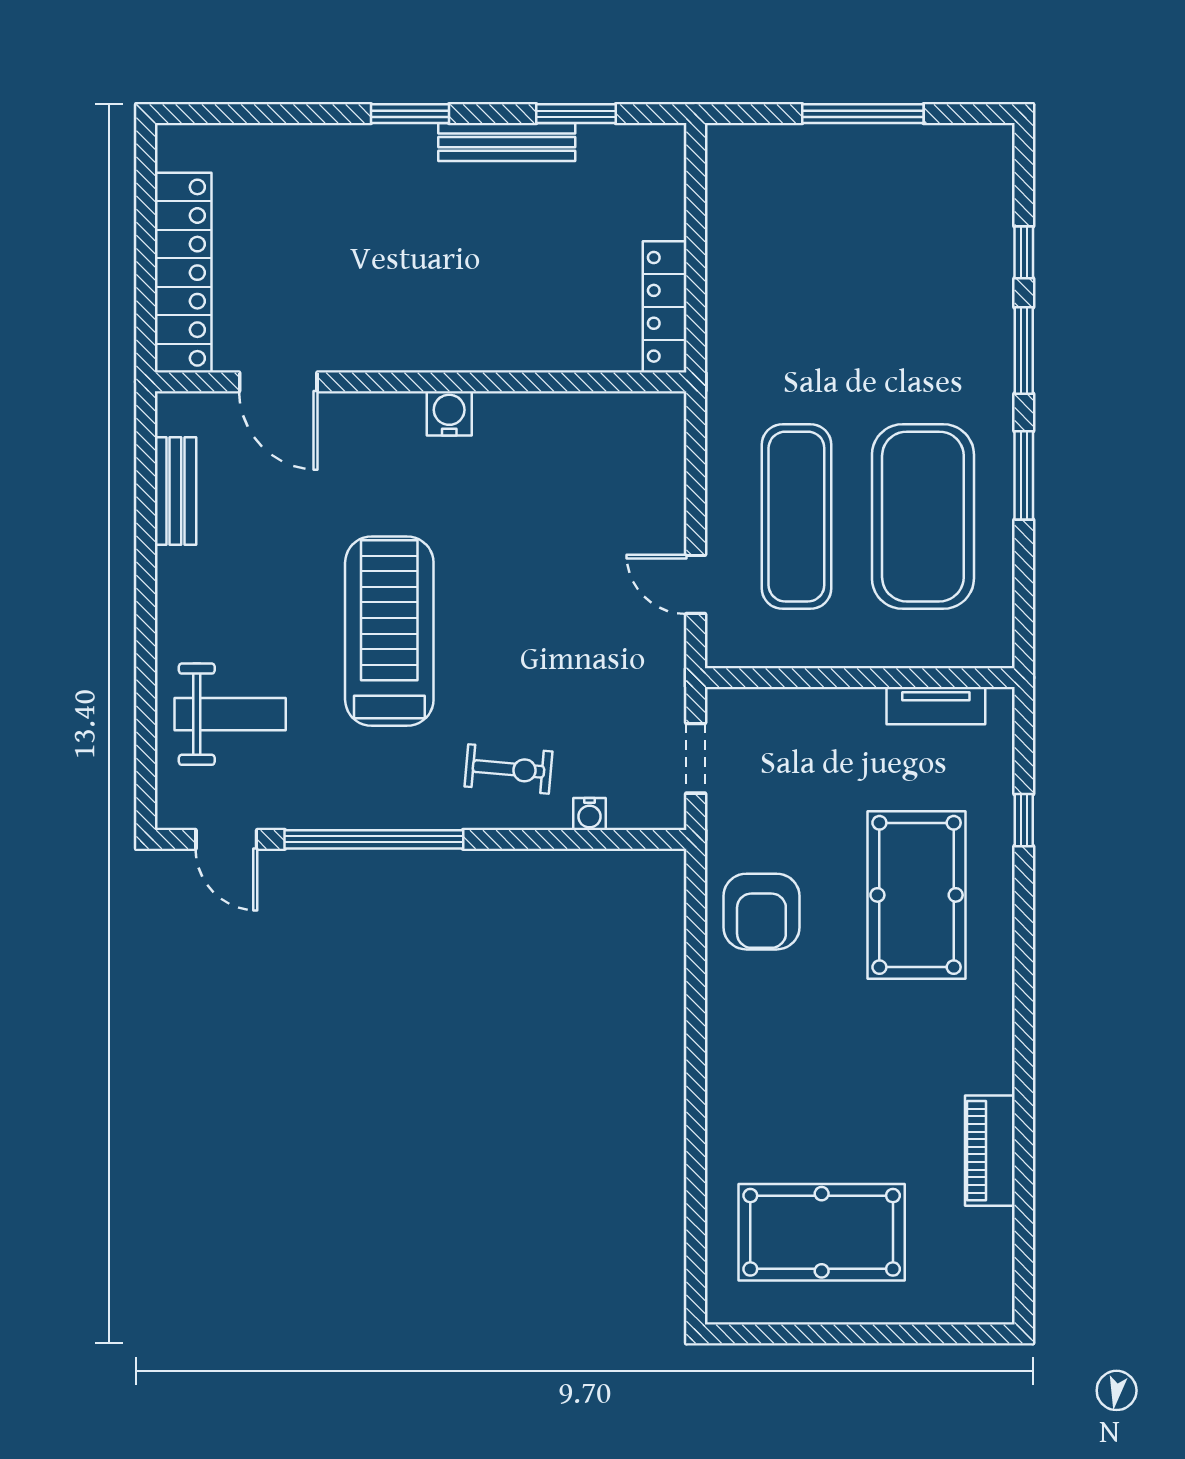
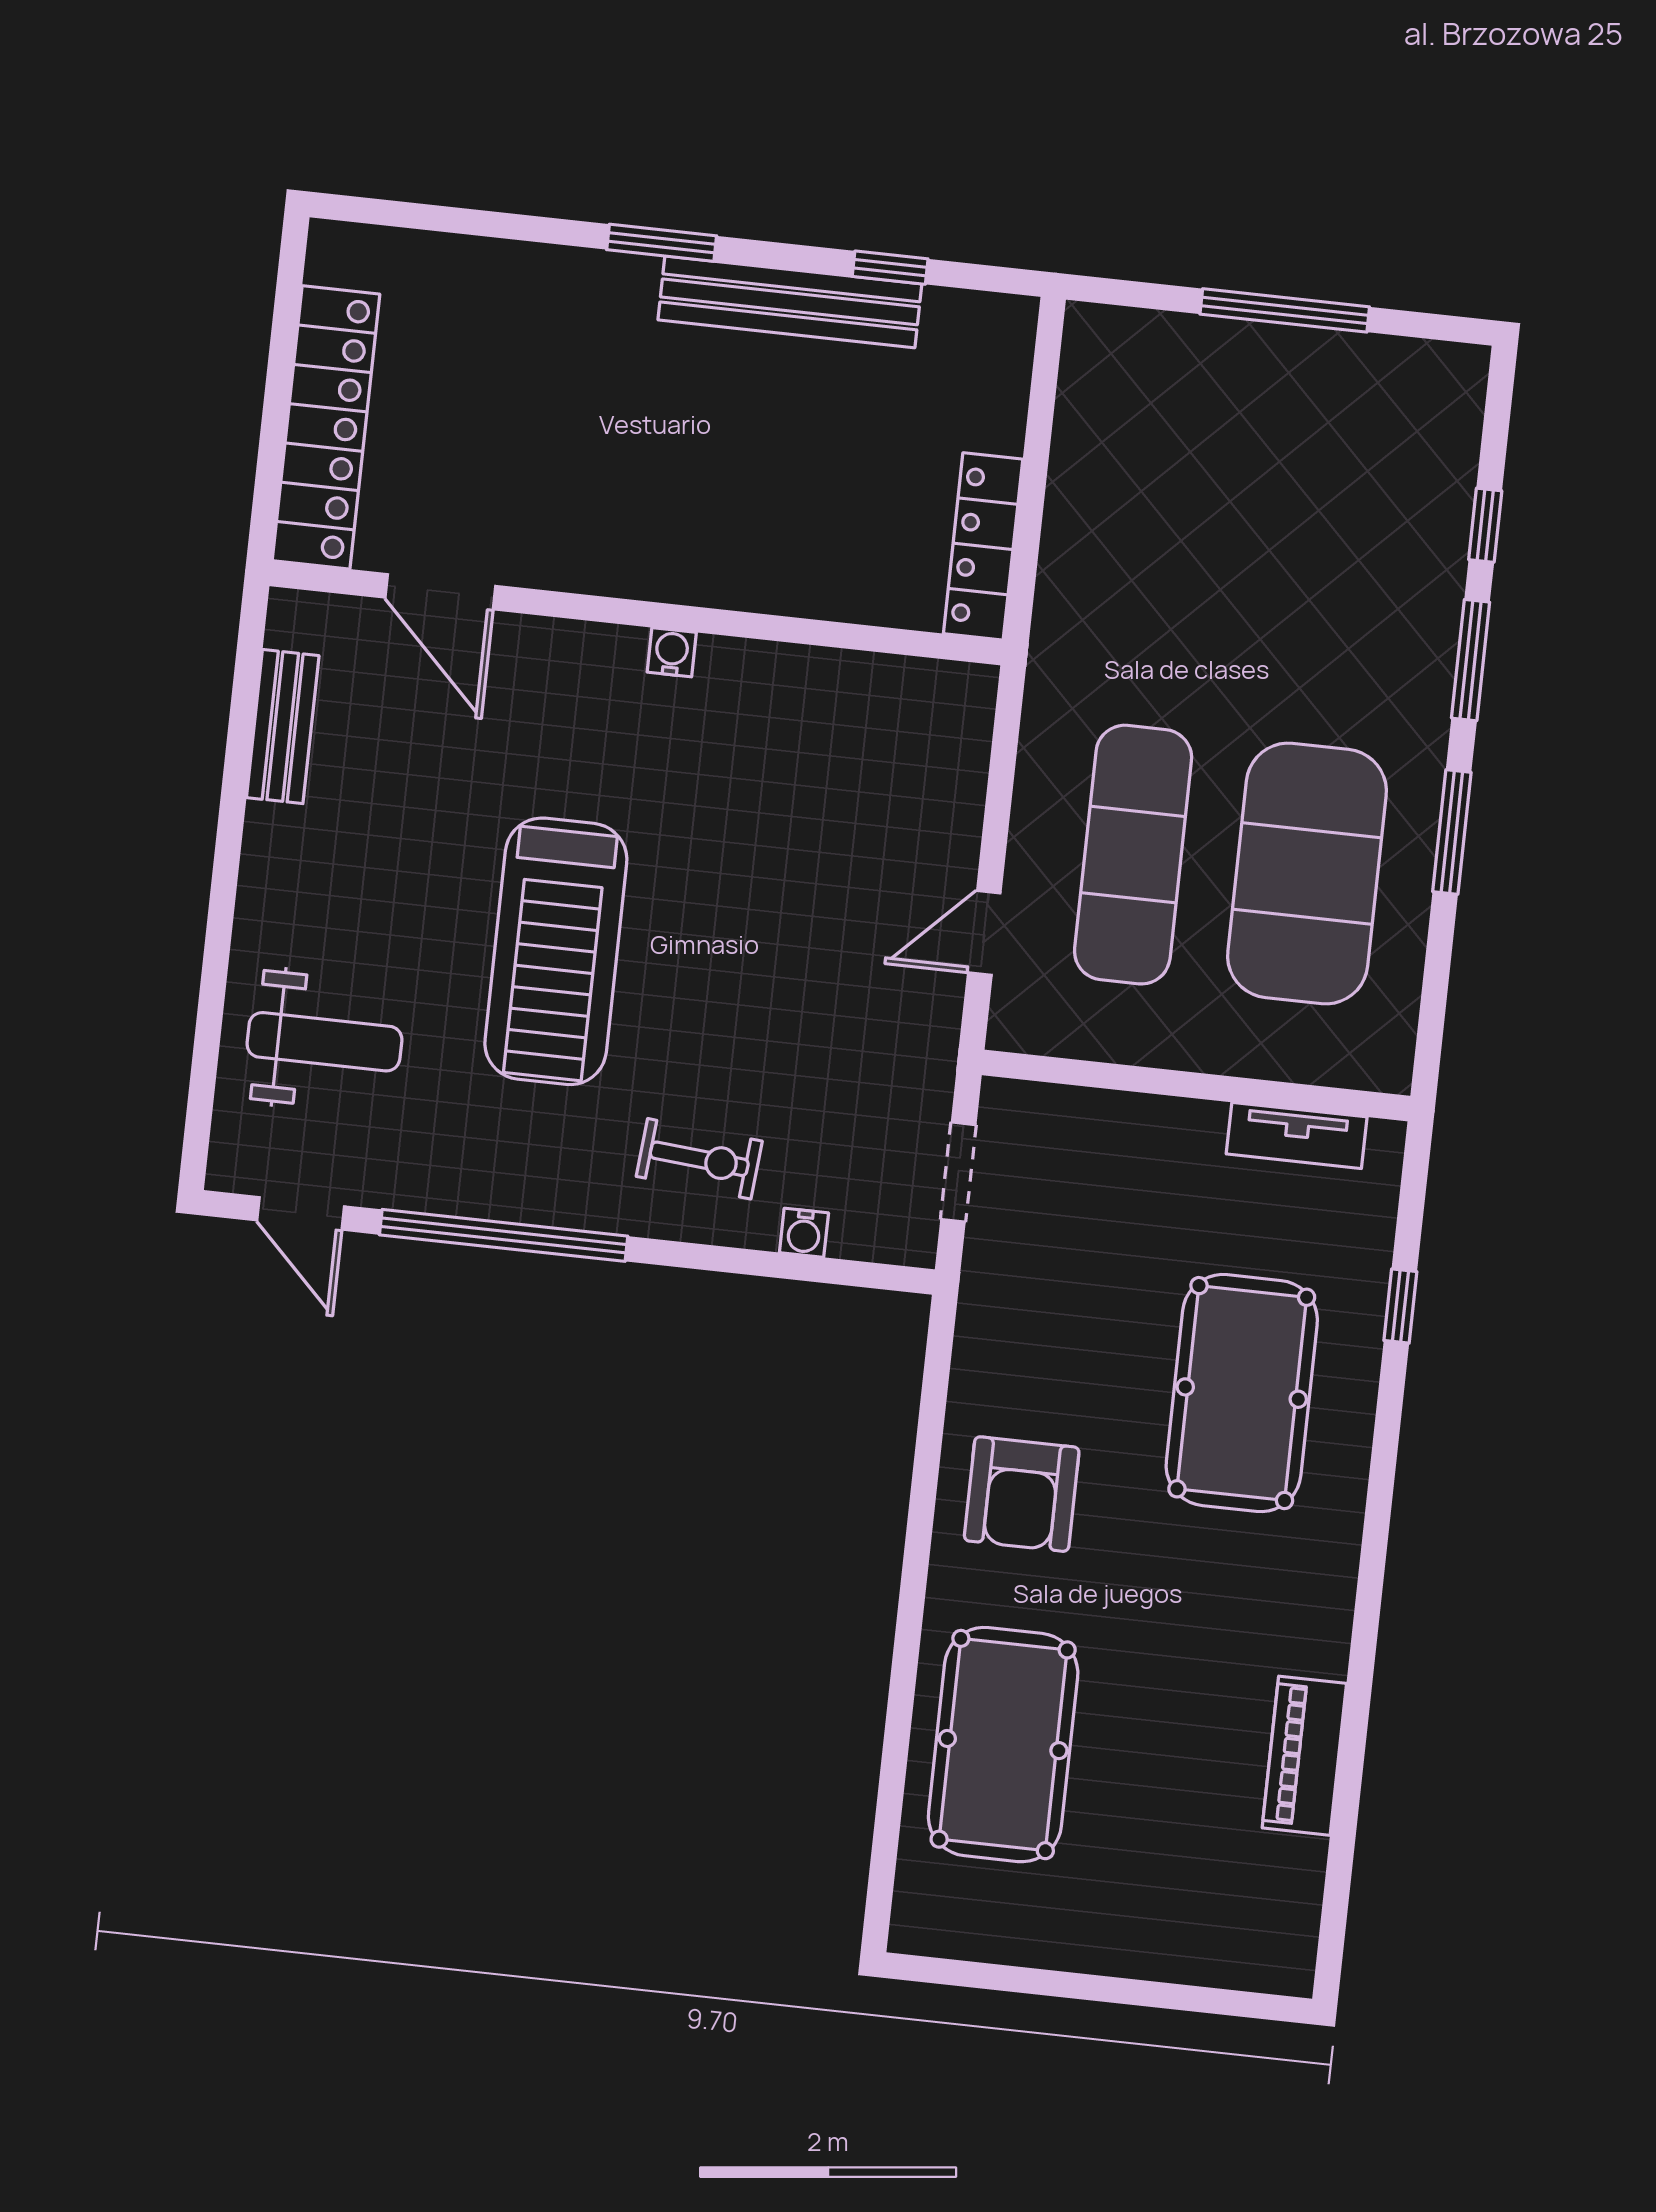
window: (576, 114) -> (890, 268), width x0.67
bench: (507, 142) -> (790, 302), width x1.37, depth x1.21
water cooler: (449, 413) -> (672, 652), width x0.72, depth x0.72
door: (696, 584) -> (984, 933), hinge flipped
treadmill: (389, 631) -> (556, 951), turned 180
armchair: (761, 912) -> (1022, 1494), moved
pool table: (822, 1232) -> (1003, 1745), moved, turned 90

